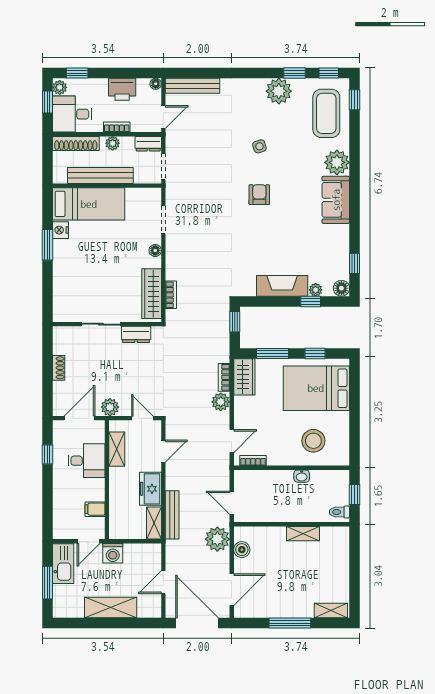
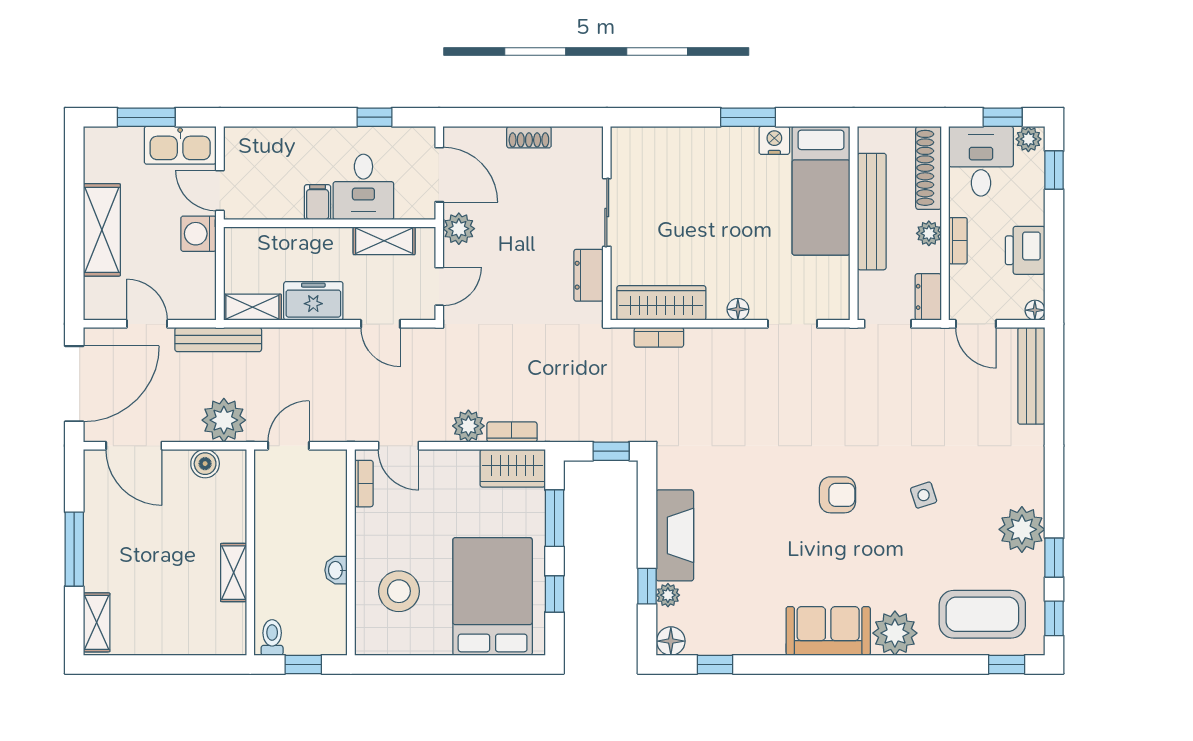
filing cabinet: (95, 509) -> (318, 202), moved
bench: (172, 515) -> (218, 340), moved

